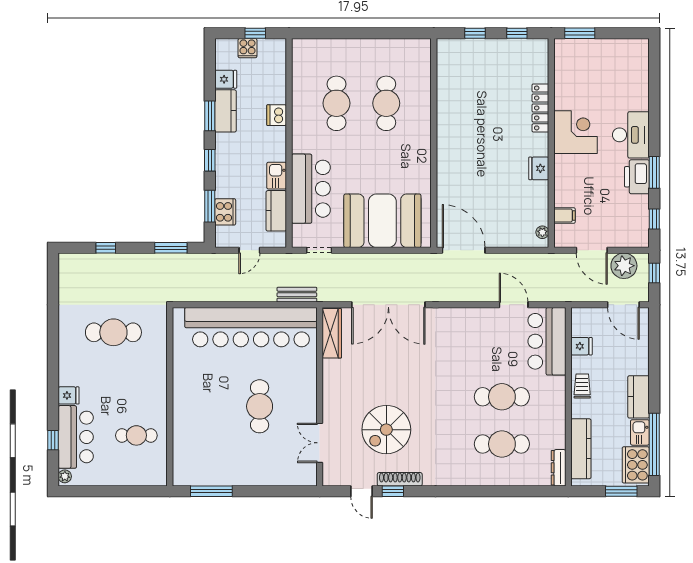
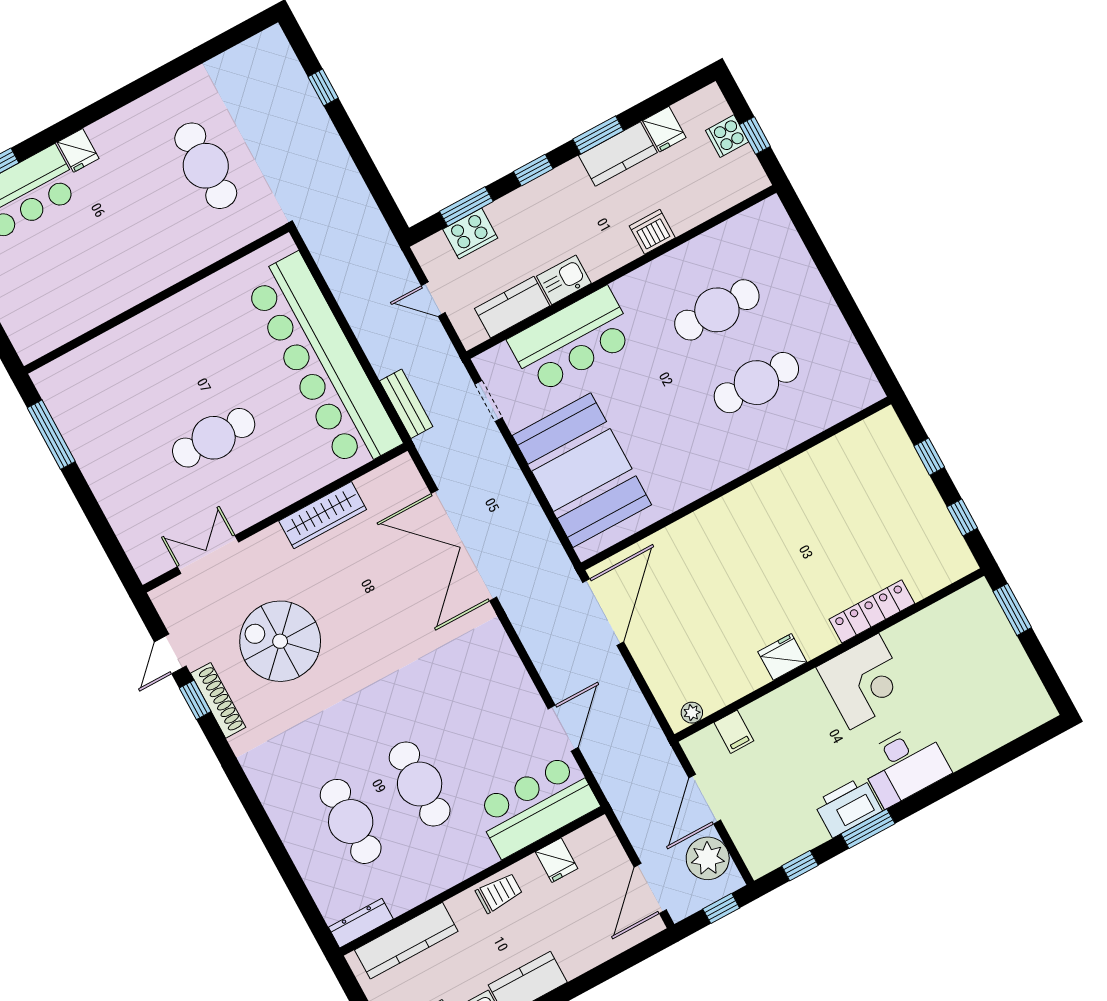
window: (171, 248) -> (375, 183), removed
wardrobe: (332, 333) -> (323, 515), moved
cafe table: (136, 435) -> (73, 281), removed

